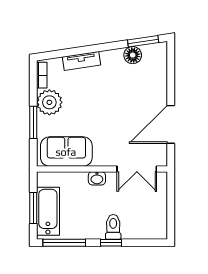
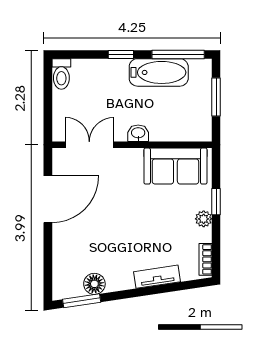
plant: (49, 102) -> (204, 219), width x0.53, depth x0.53
window: (33, 122) -> (216, 202), width x0.67
bathtub: (48, 211) -> (159, 72), moved, turned -90
toilet: (113, 227) -> (61, 74), moved

